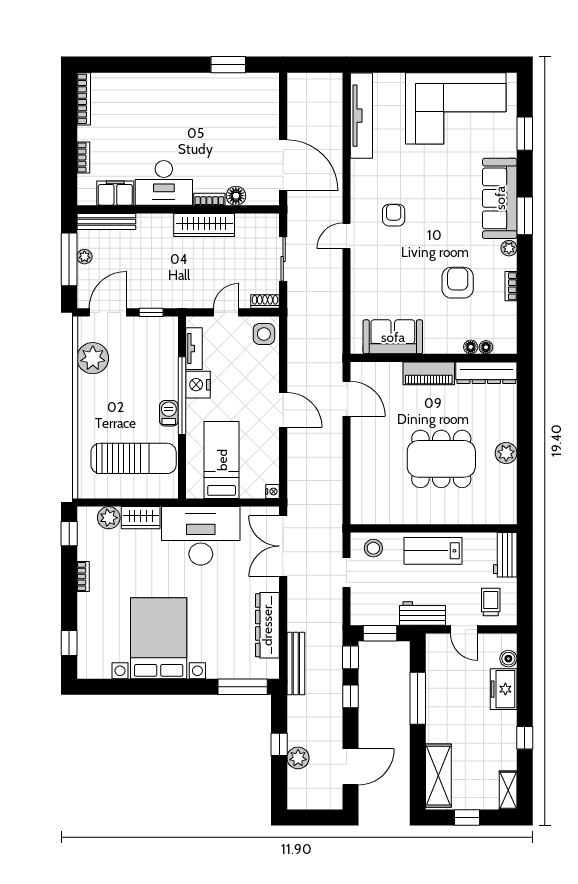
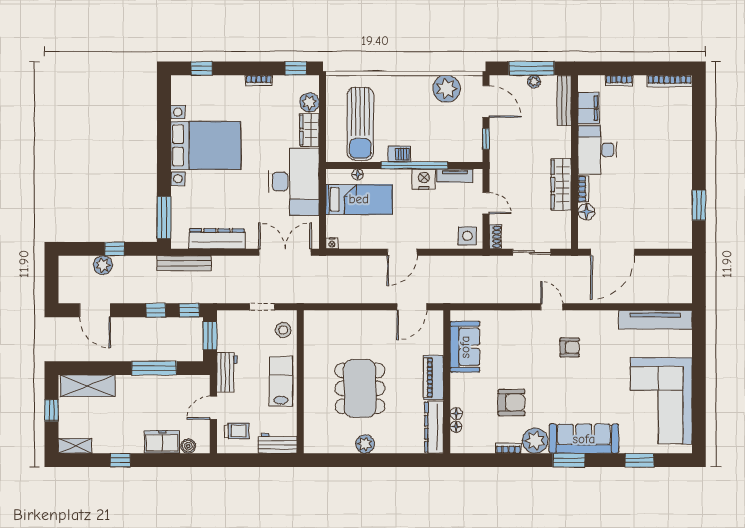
plant: (509, 248) -> (535, 441), width x1.88, depth x1.88
floor lamp: (193, 462) -> (358, 174), added

